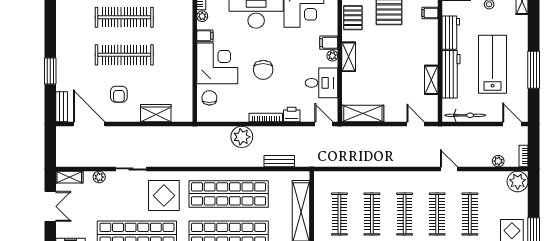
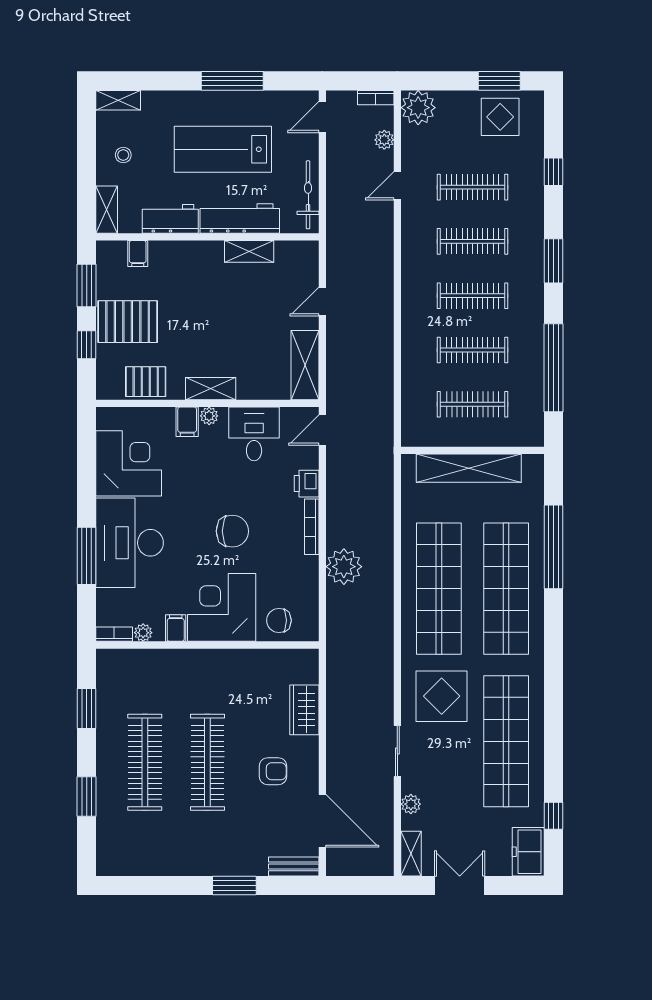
door: (89, 124) -> (322, 821), swing flipped
door: (415, 124) -> (322, 301), moved
bench: (279, 161) -> (384, 504), removed
door: (449, 169) -> (397, 186), moved

